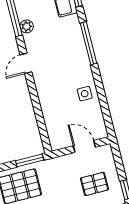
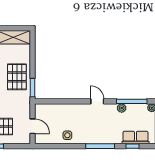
door: (84, 146) -> (32, 126), hinge flipped

